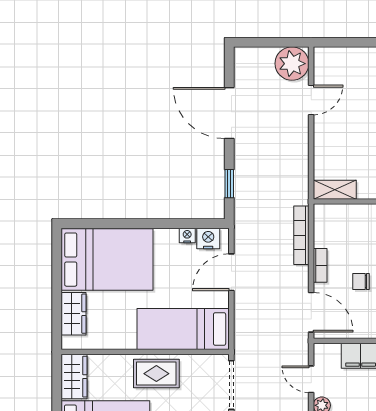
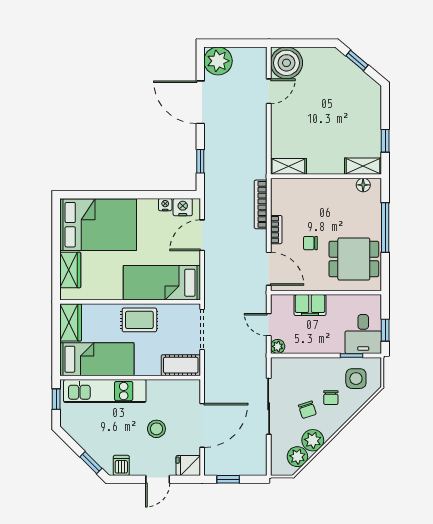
plant: (292, 64) -> (218, 61), moved
boiler: (332, 66) -> (286, 63), added

